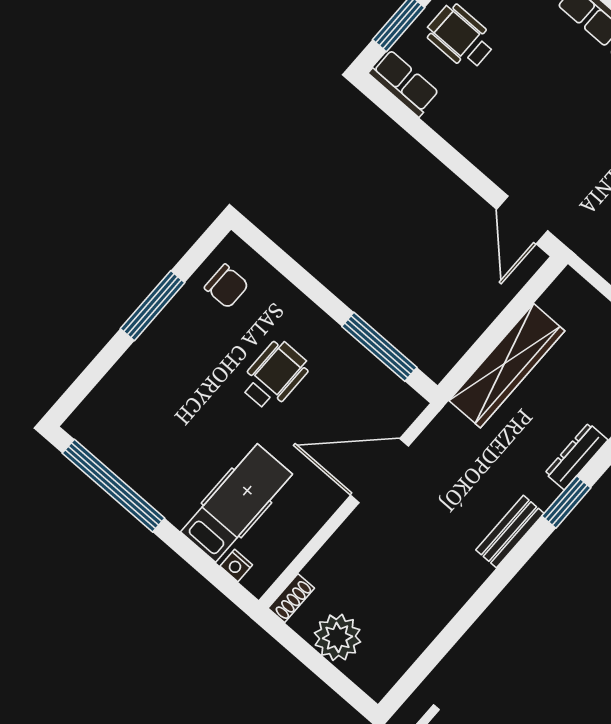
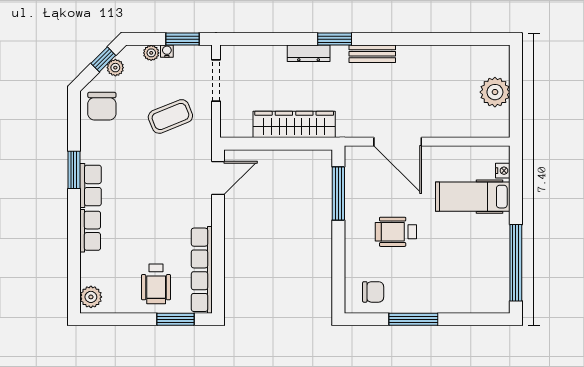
row of seats: (404, 83) -> (202, 270), width x2.02
chair: (227, 286) -> (373, 292), turned 90
shoe rack: (291, 598) -> (495, 131), removed

